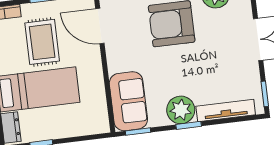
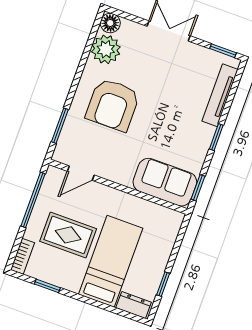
door: (100, 26) -> (81, 173), width x0.73
plant: (181, 110) -> (198, 137), removed

